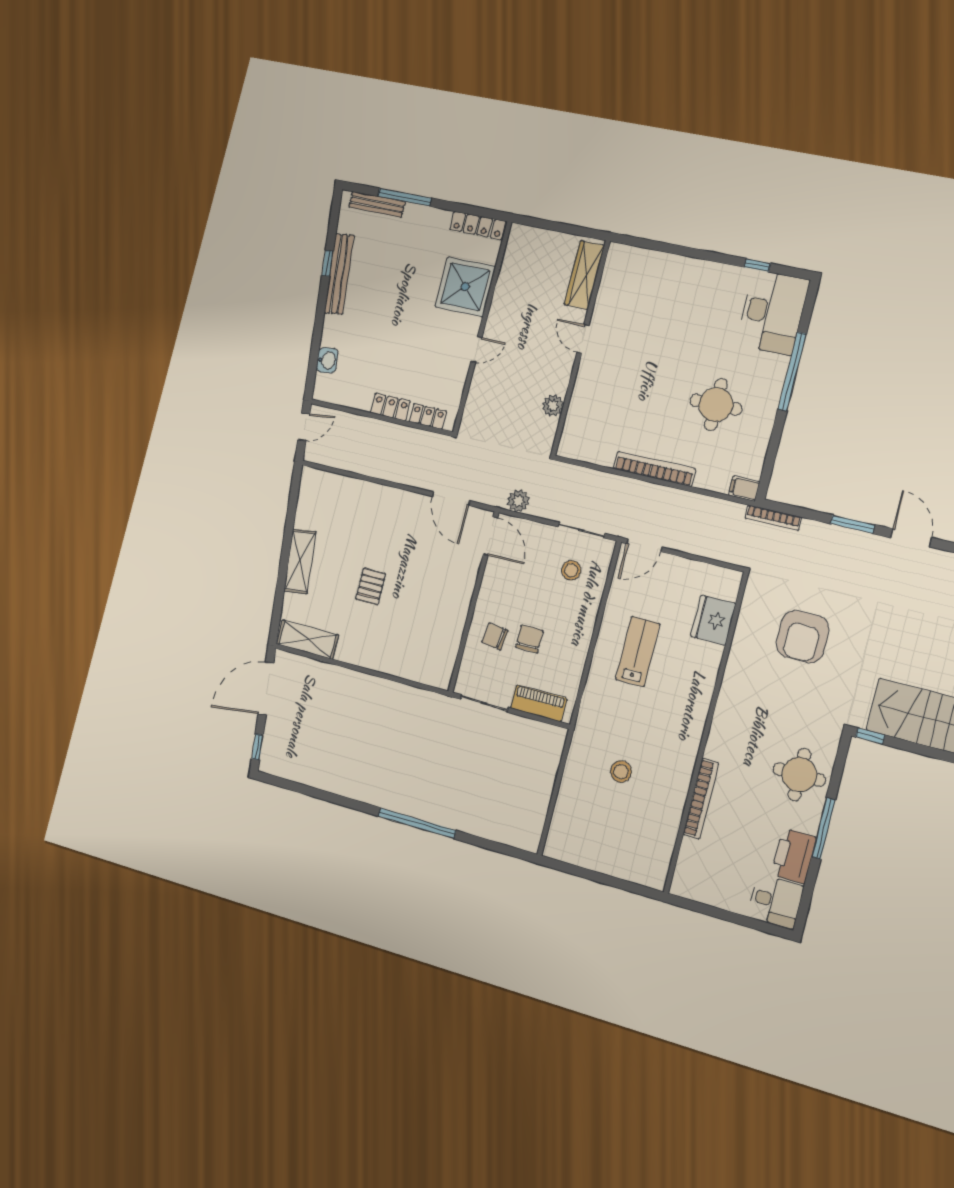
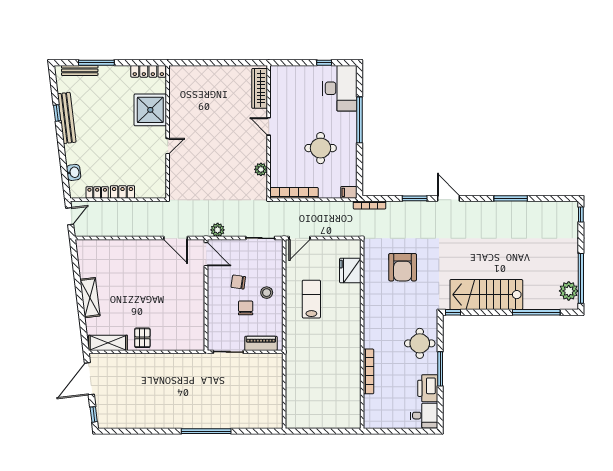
wardrobe: (584, 275) -> (260, 88), moved
door: (583, 339) -> (269, 126), moved
wall: (581, 348) -> (269, 132), moved
plant: (553, 405) -> (261, 169), moved
locker: (428, 416) -> (97, 192), moved
stool: (571, 570) -> (267, 293), moved
pallet: (371, 587) -> (142, 338), moved
chair: (495, 636) -> (238, 282), moved
stool: (621, 772) -> (319, 369), removed

